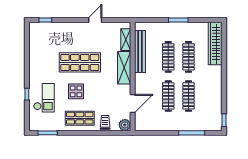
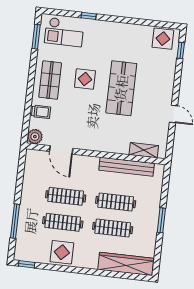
display table: (38, 35) -> (163, 39), added
shelving: (124, 68) -> (108, 144), removed
display table: (212, 94) -> (62, 252), added
checkout: (44, 98) -> (64, 32), moved

